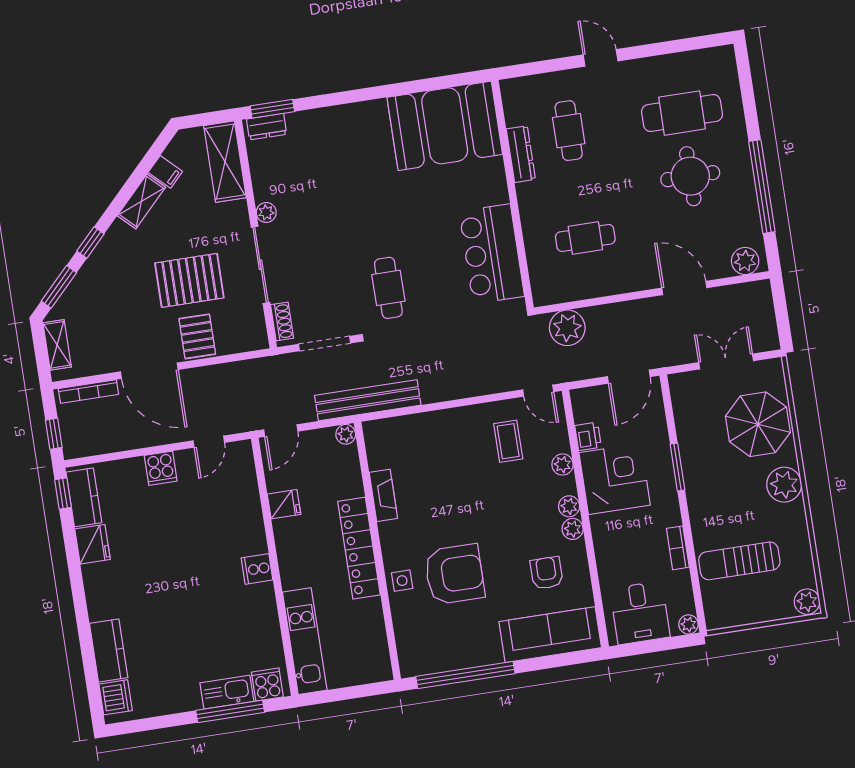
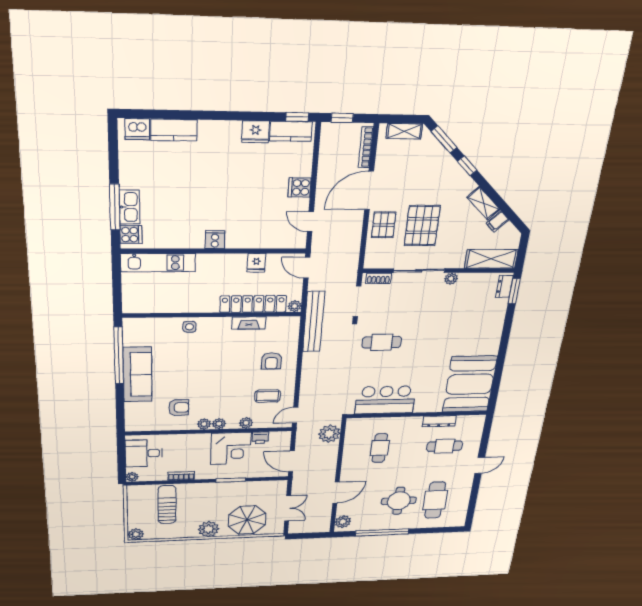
pallet: (197, 336) -> (384, 225), turned 90
locker: (359, 548) -> (253, 304), moved
armchair: (454, 574) -> (271, 361), moved, width x0.53, depth x0.53
sofa: (550, 635) -> (138, 375), moved

